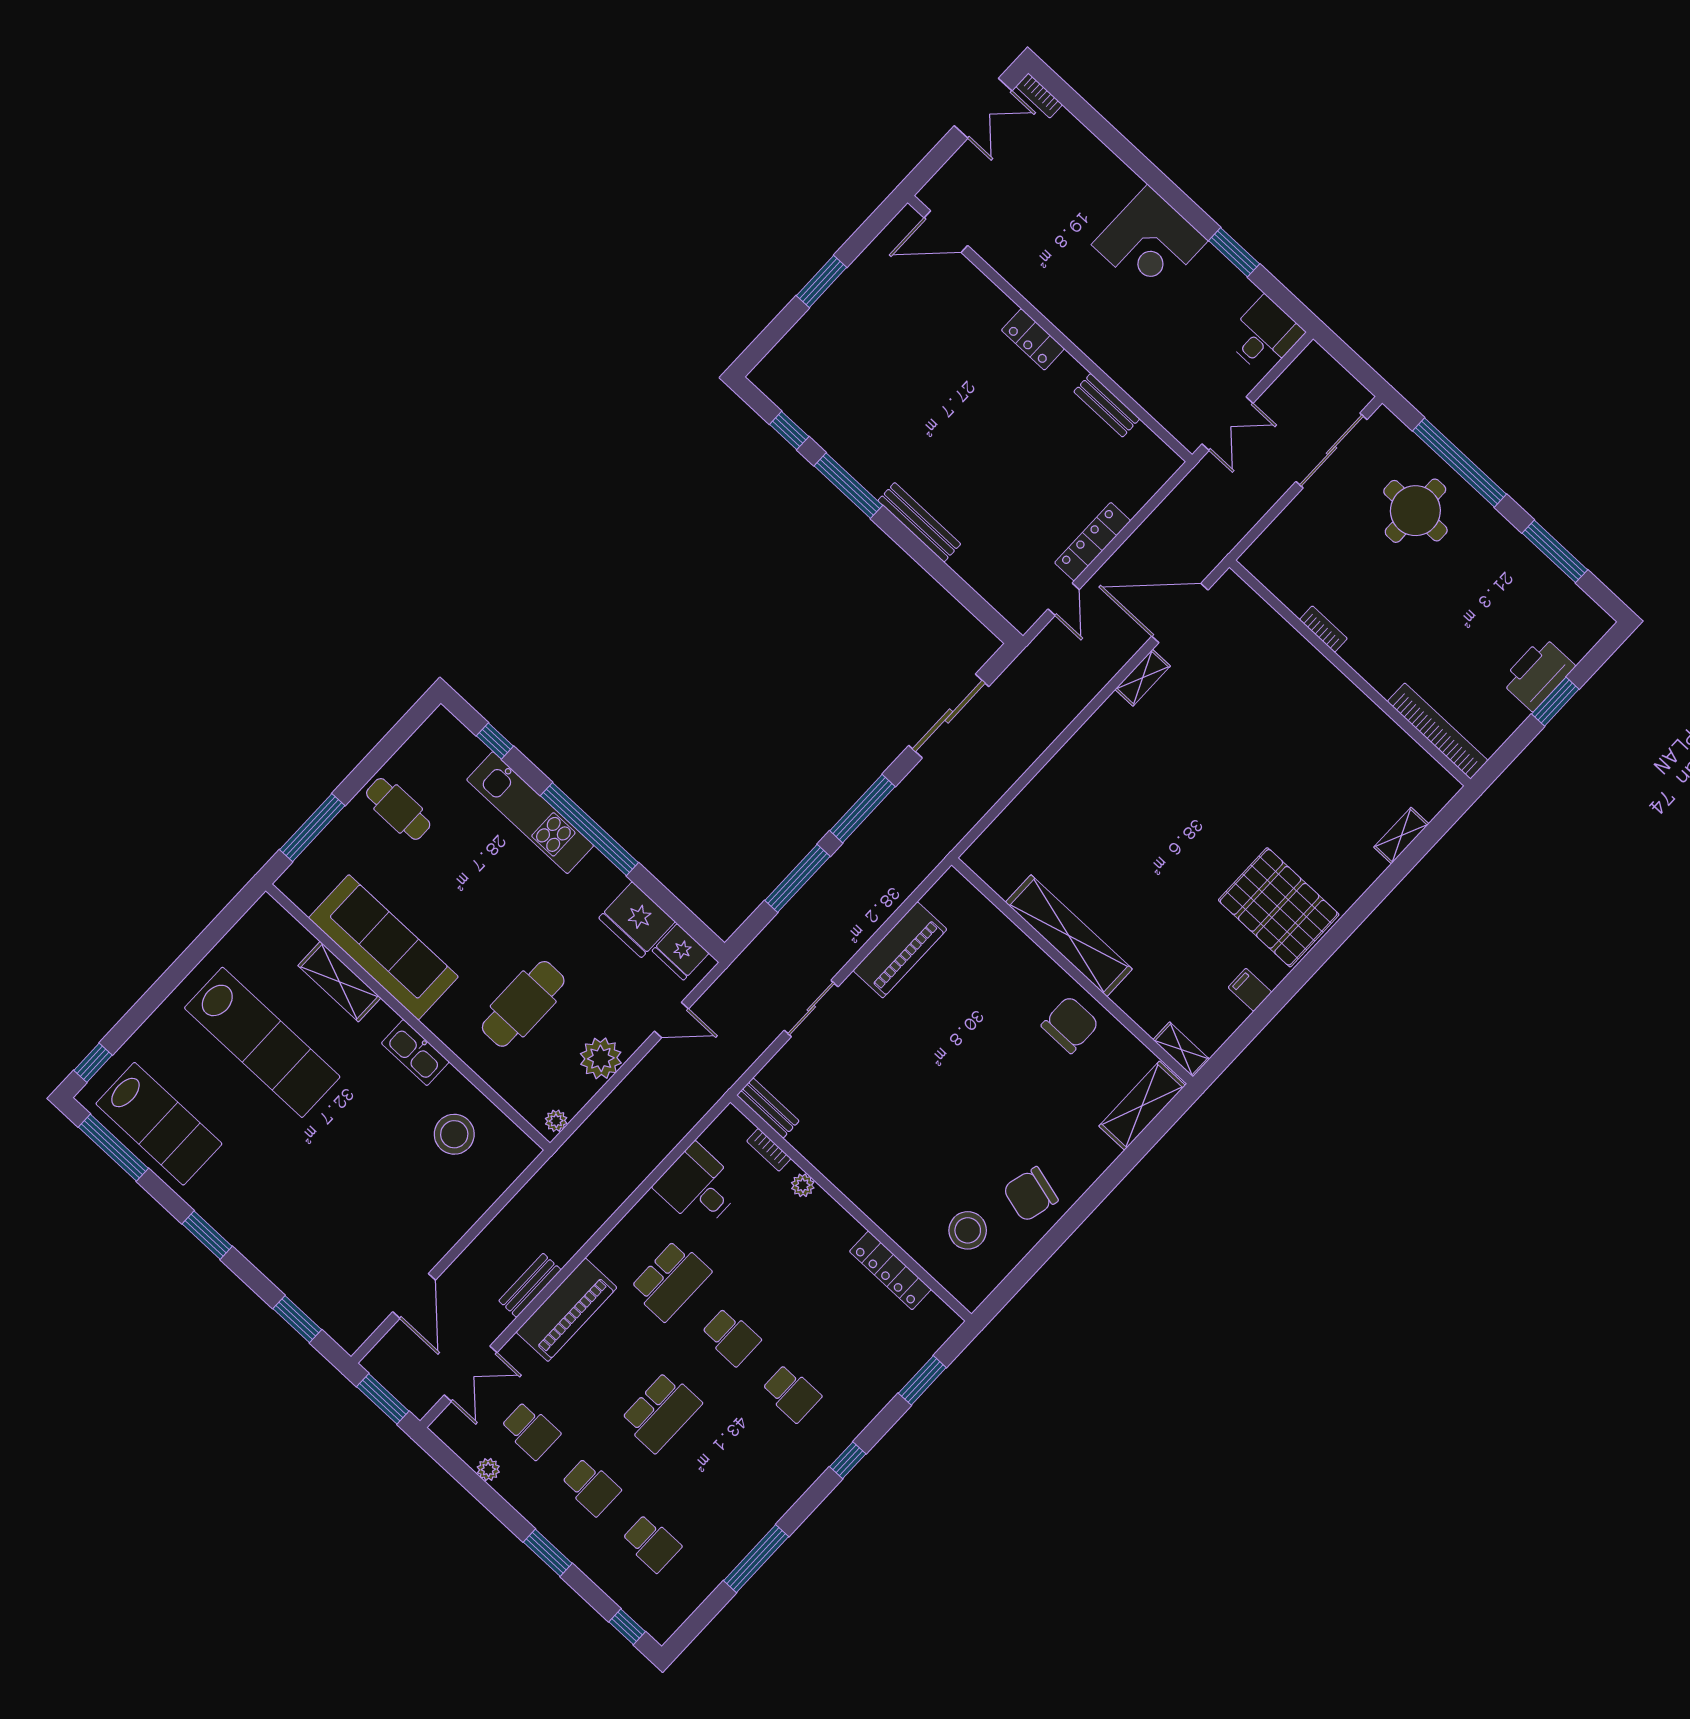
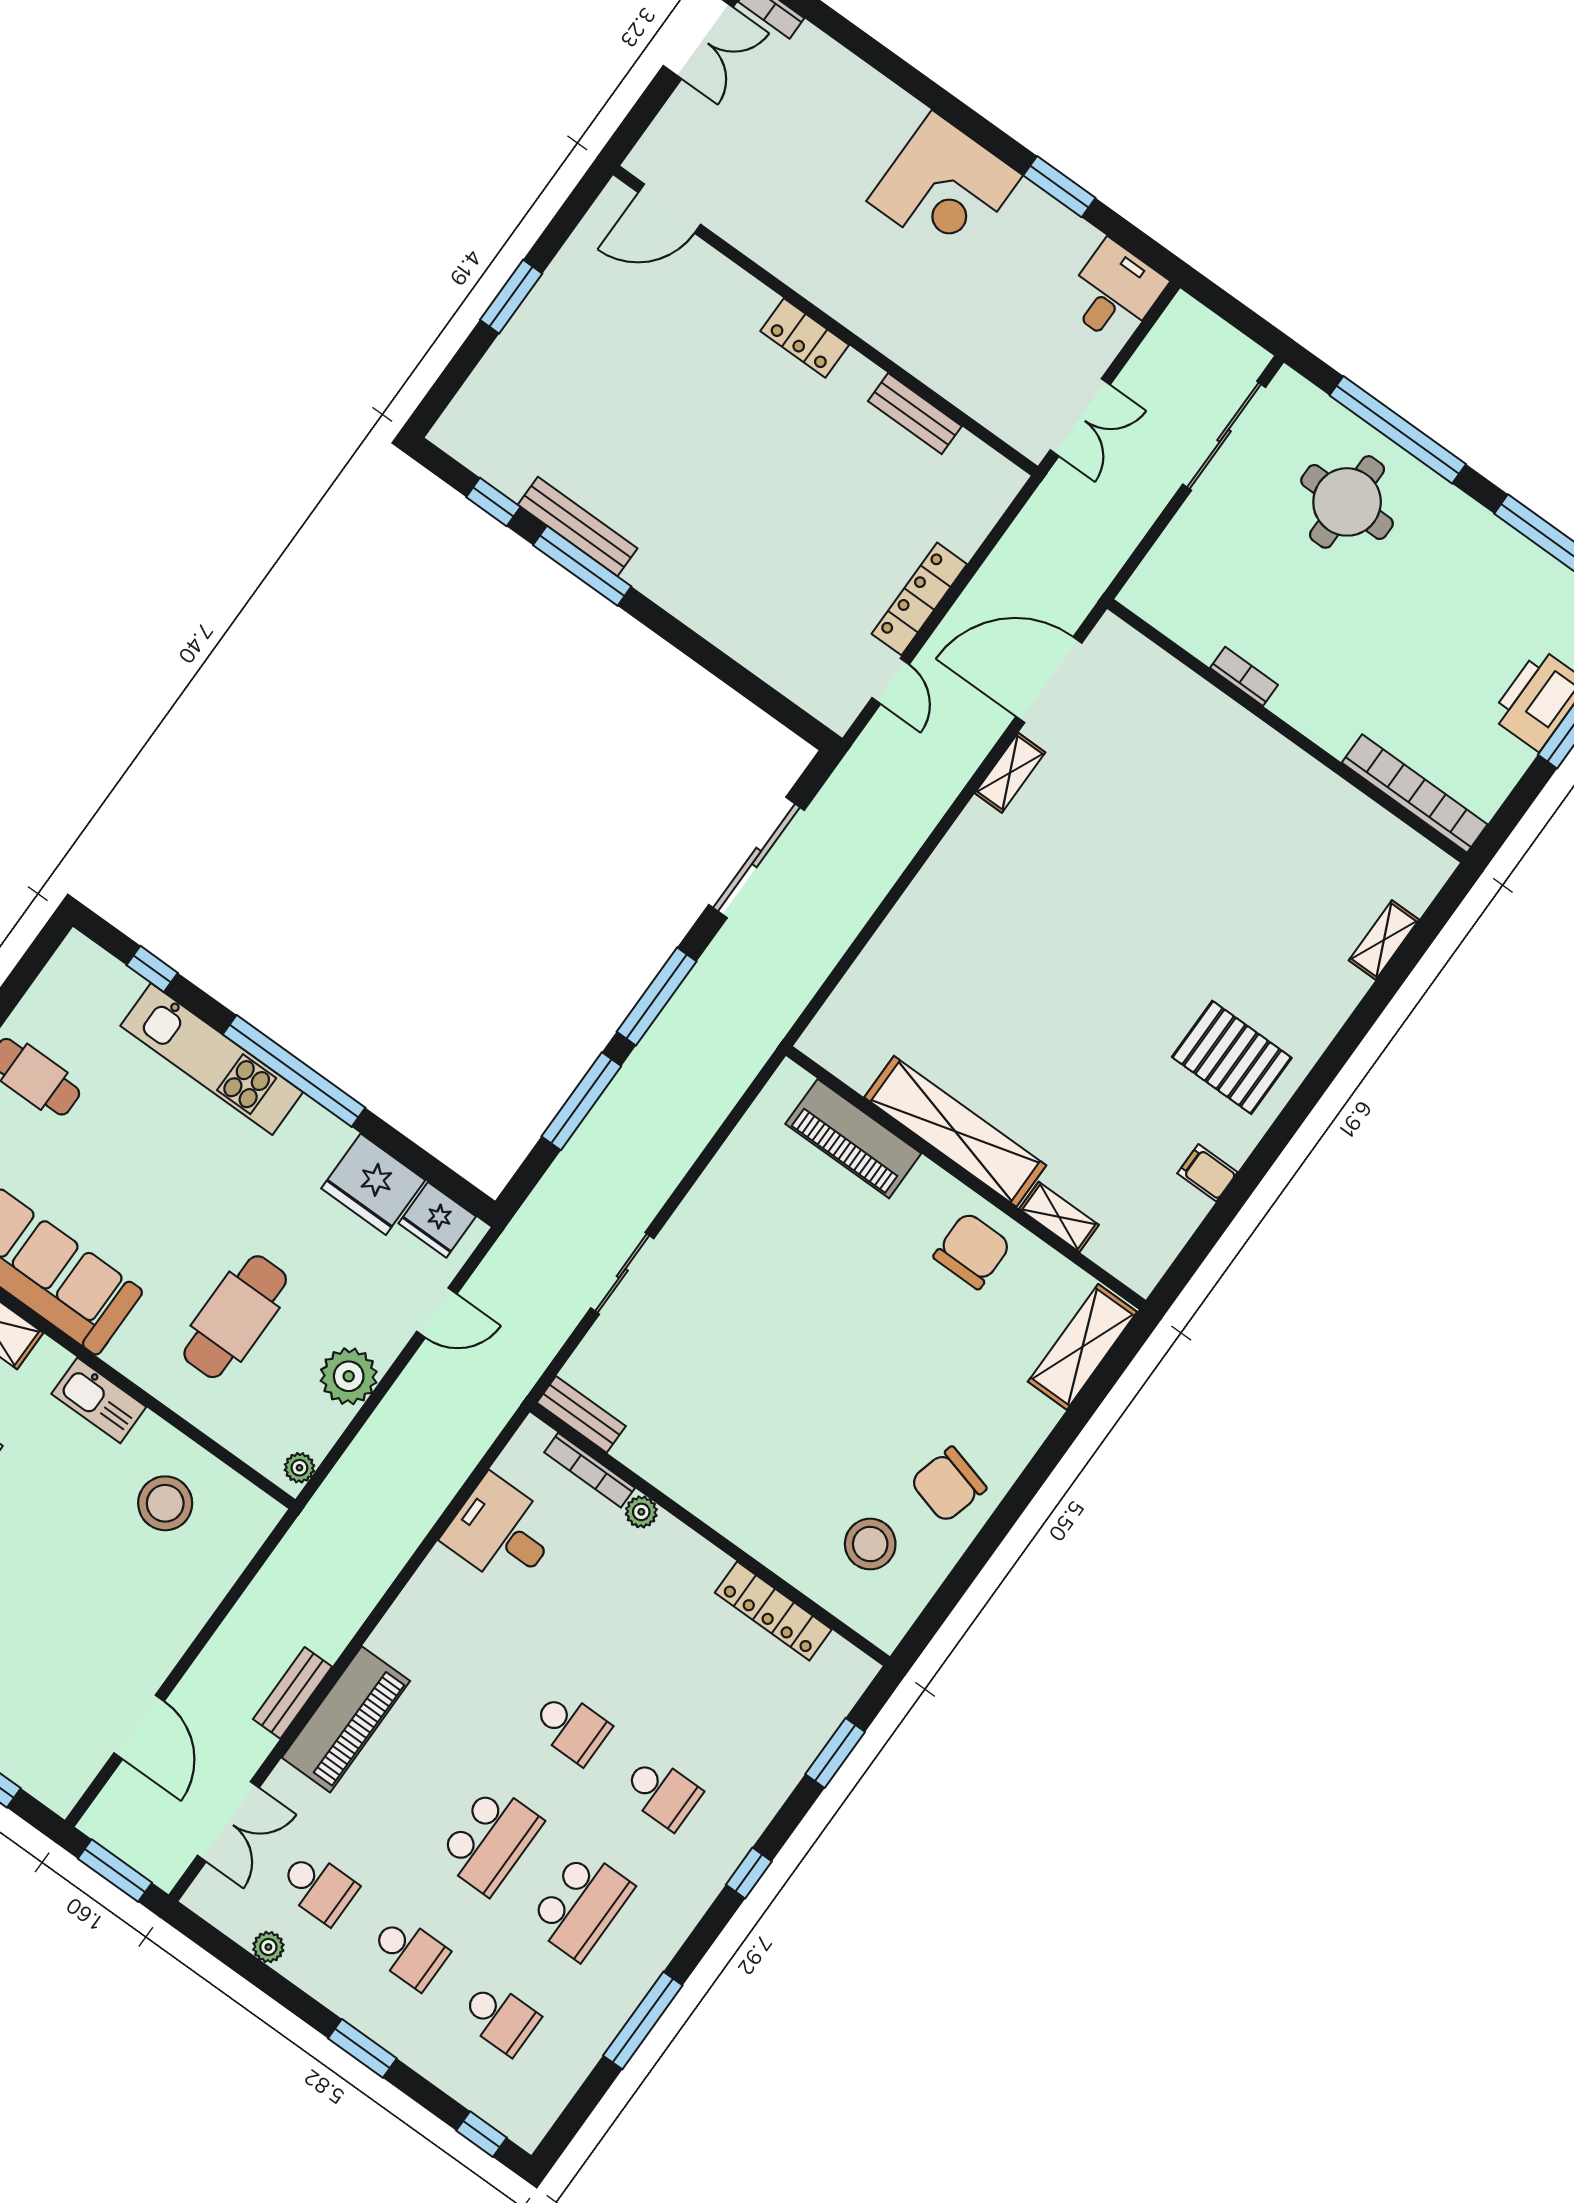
bench: (919, 522) -> (578, 527), moved
pallet: (1279, 907) -> (1232, 1057), width x0.73, depth x0.71
piano: (900, 950) -> (853, 1139), moved, turned 90
shelving: (1181, 1049) -> (1059, 1217), moved
bookcase: (769, 1150) -> (590, 1470), width x1.56
school desk: (670, 1280) -> (581, 1905), moved

